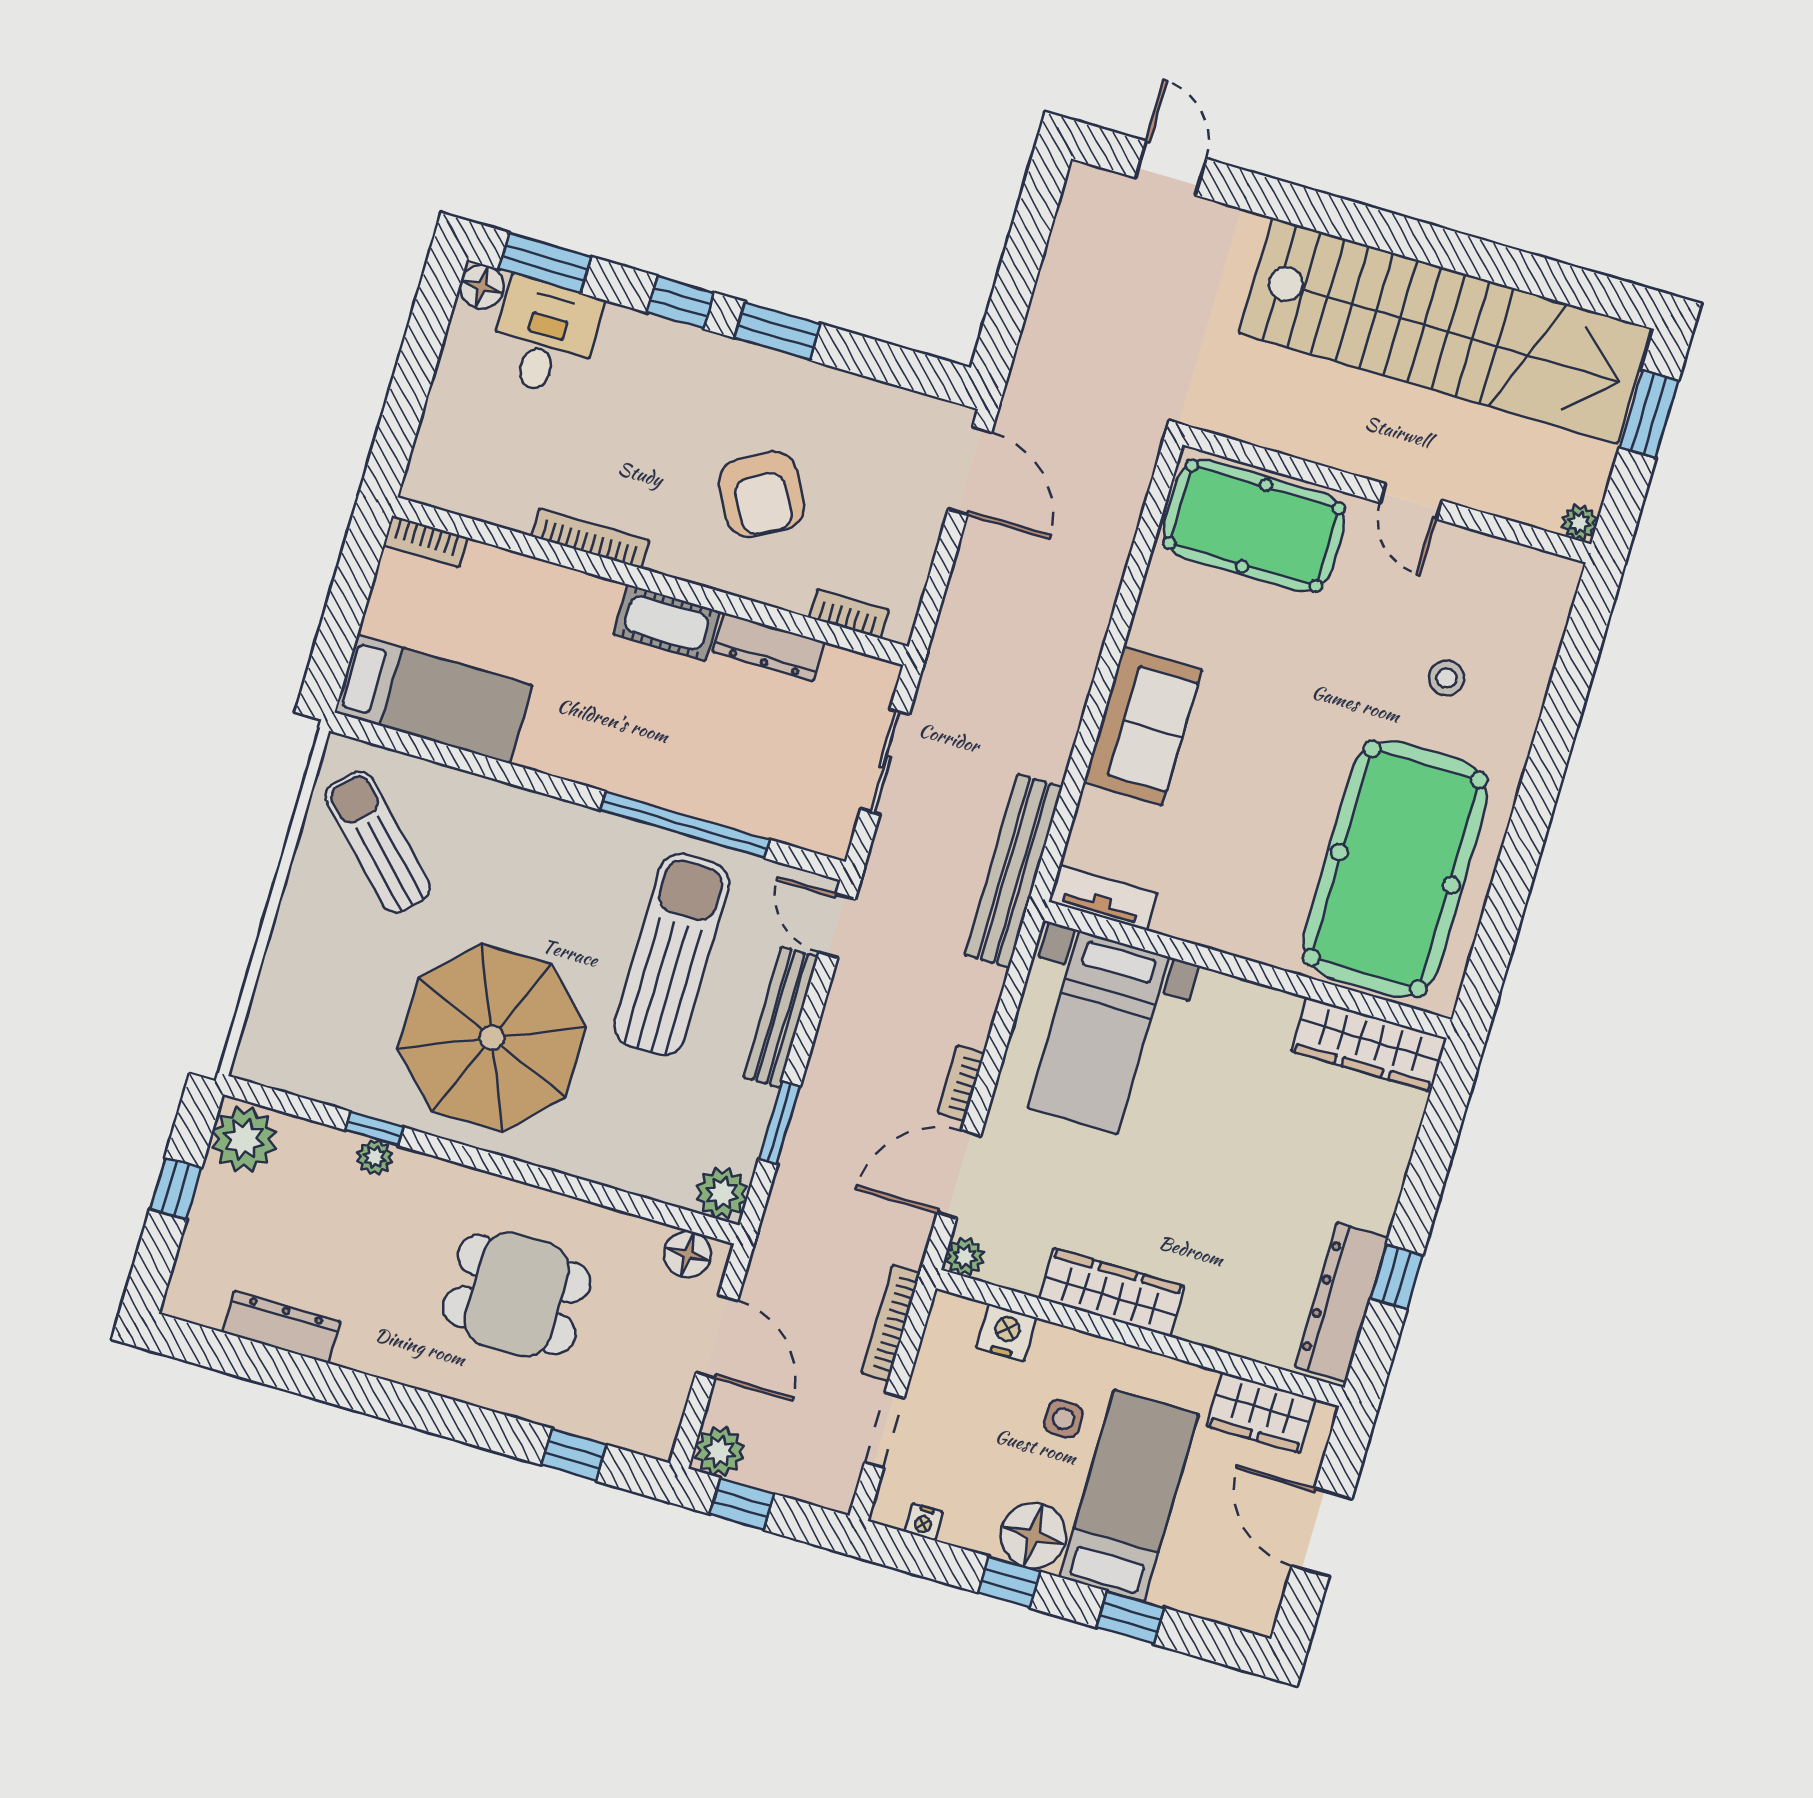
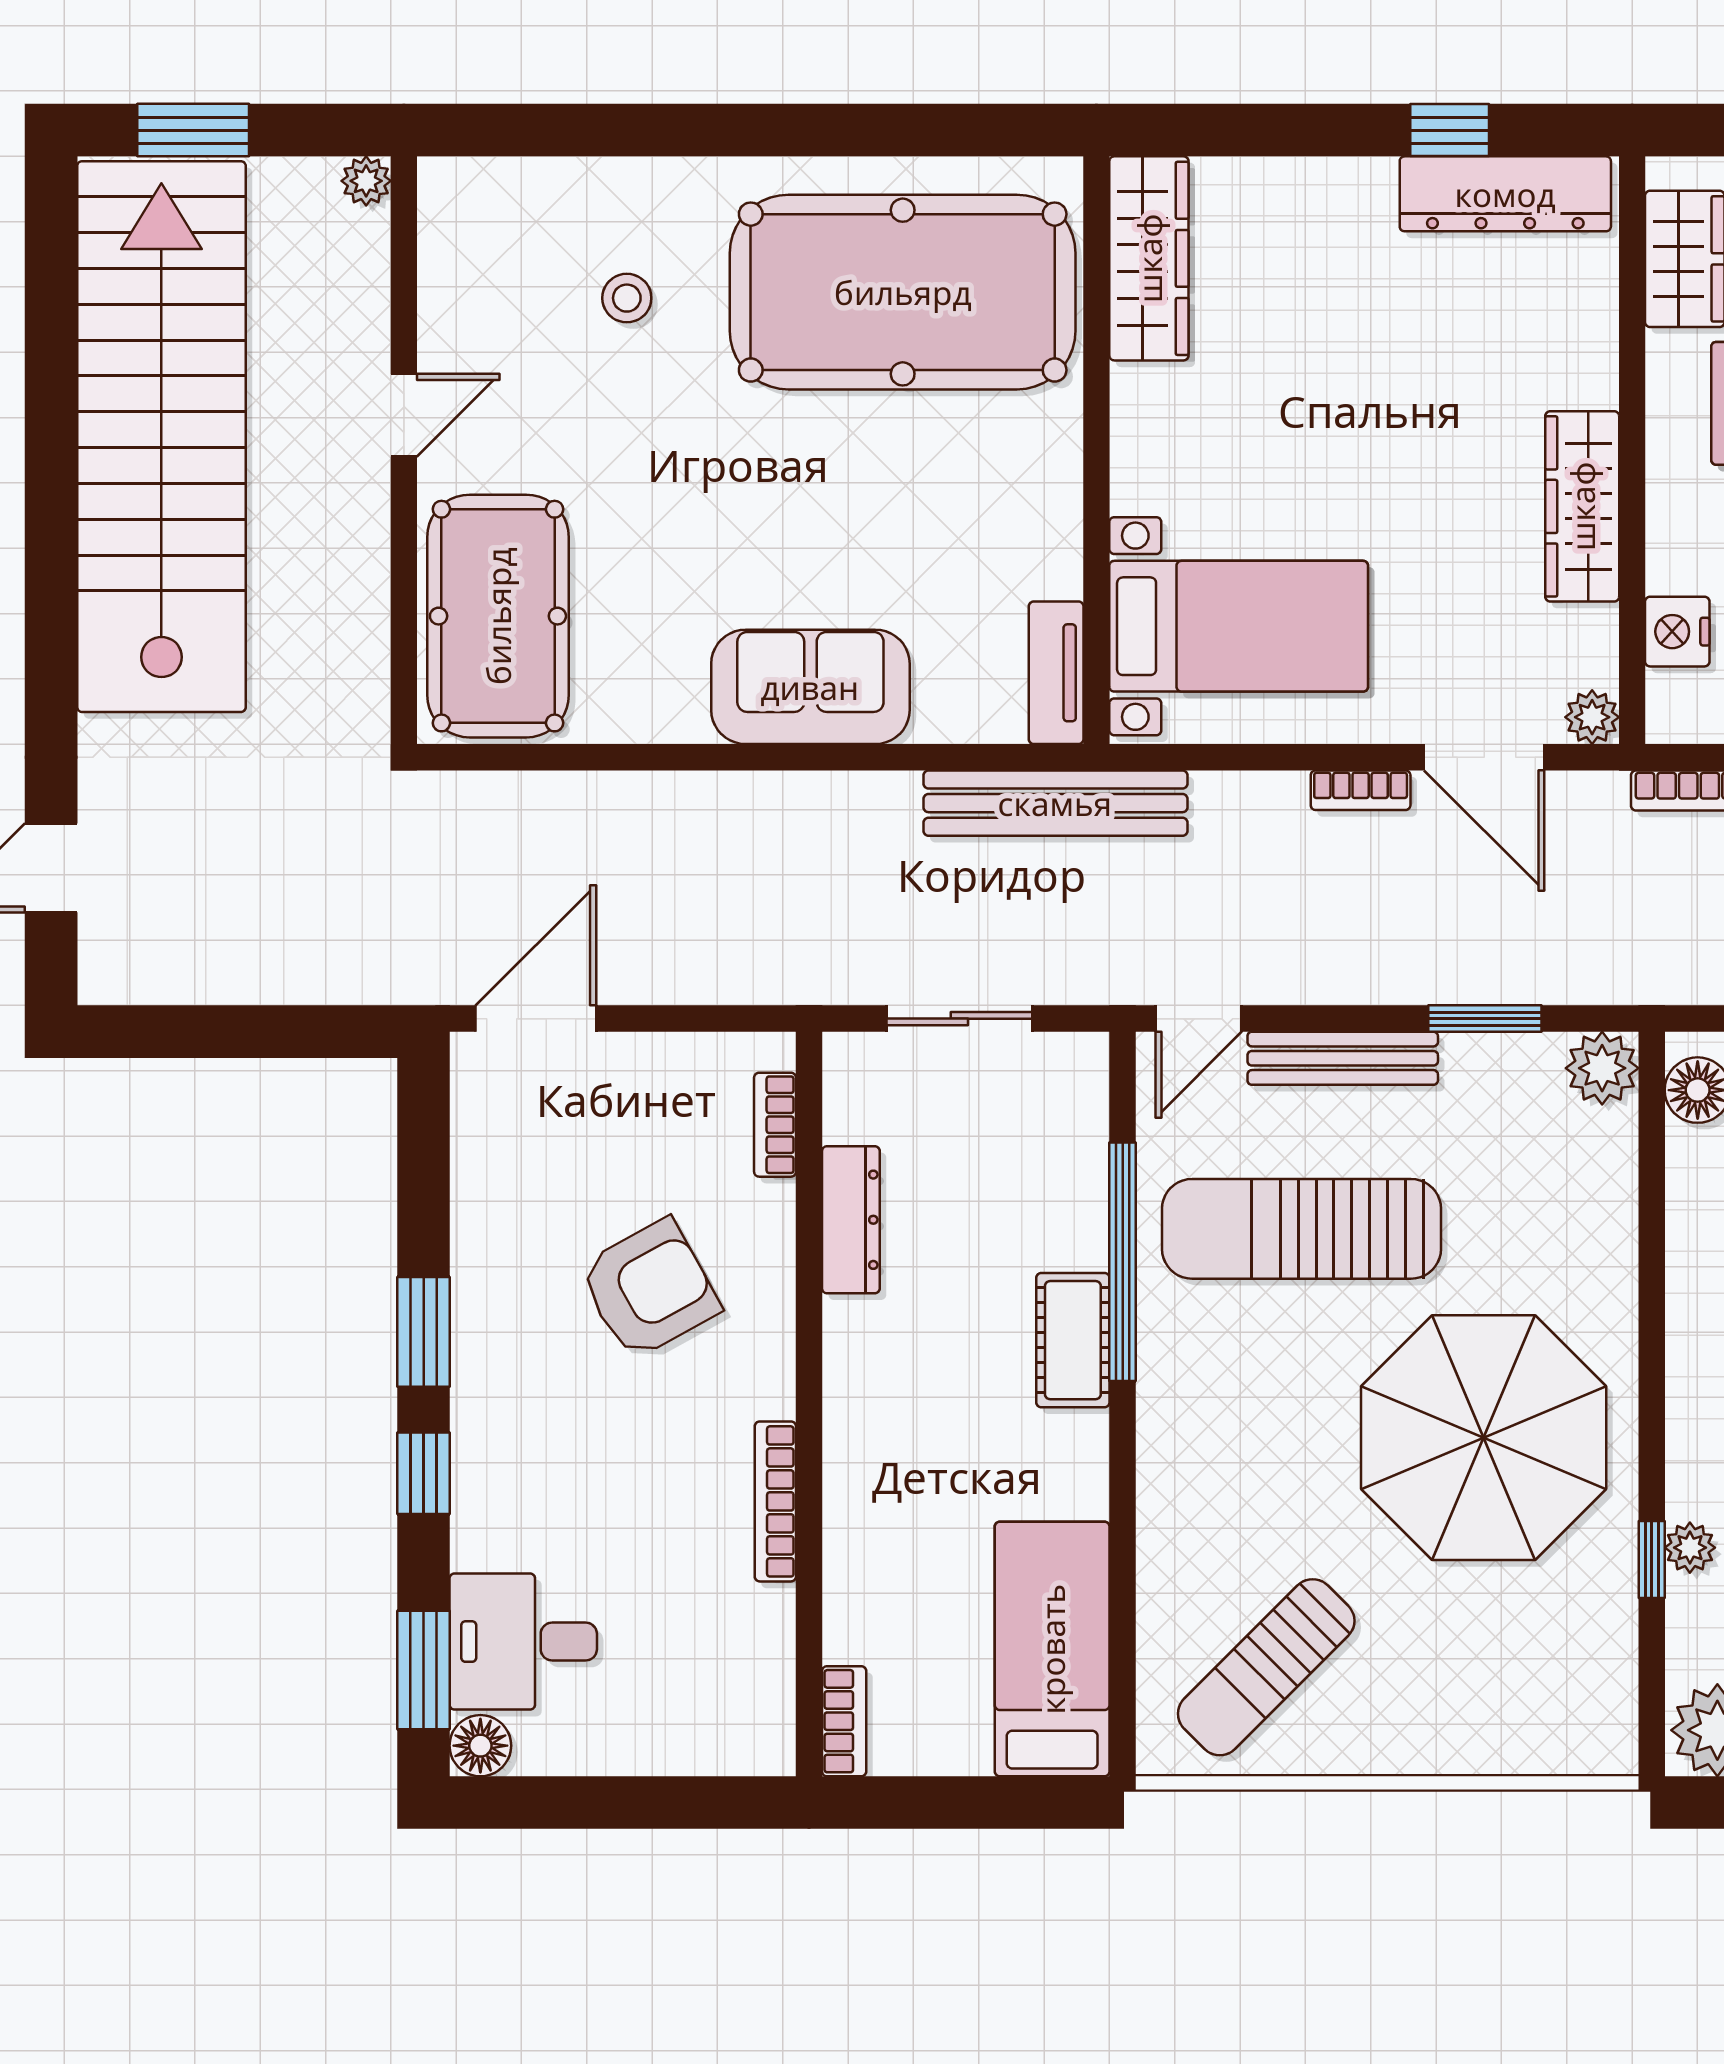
cot: (667, 623) -> (1073, 1340), moved

